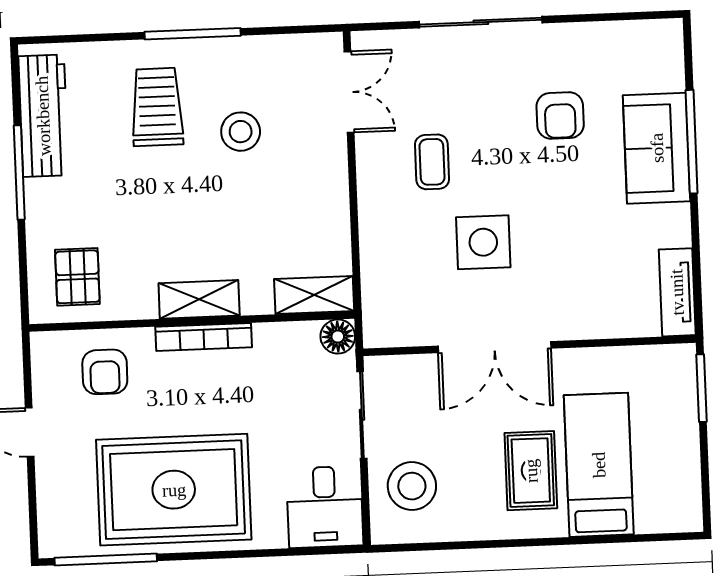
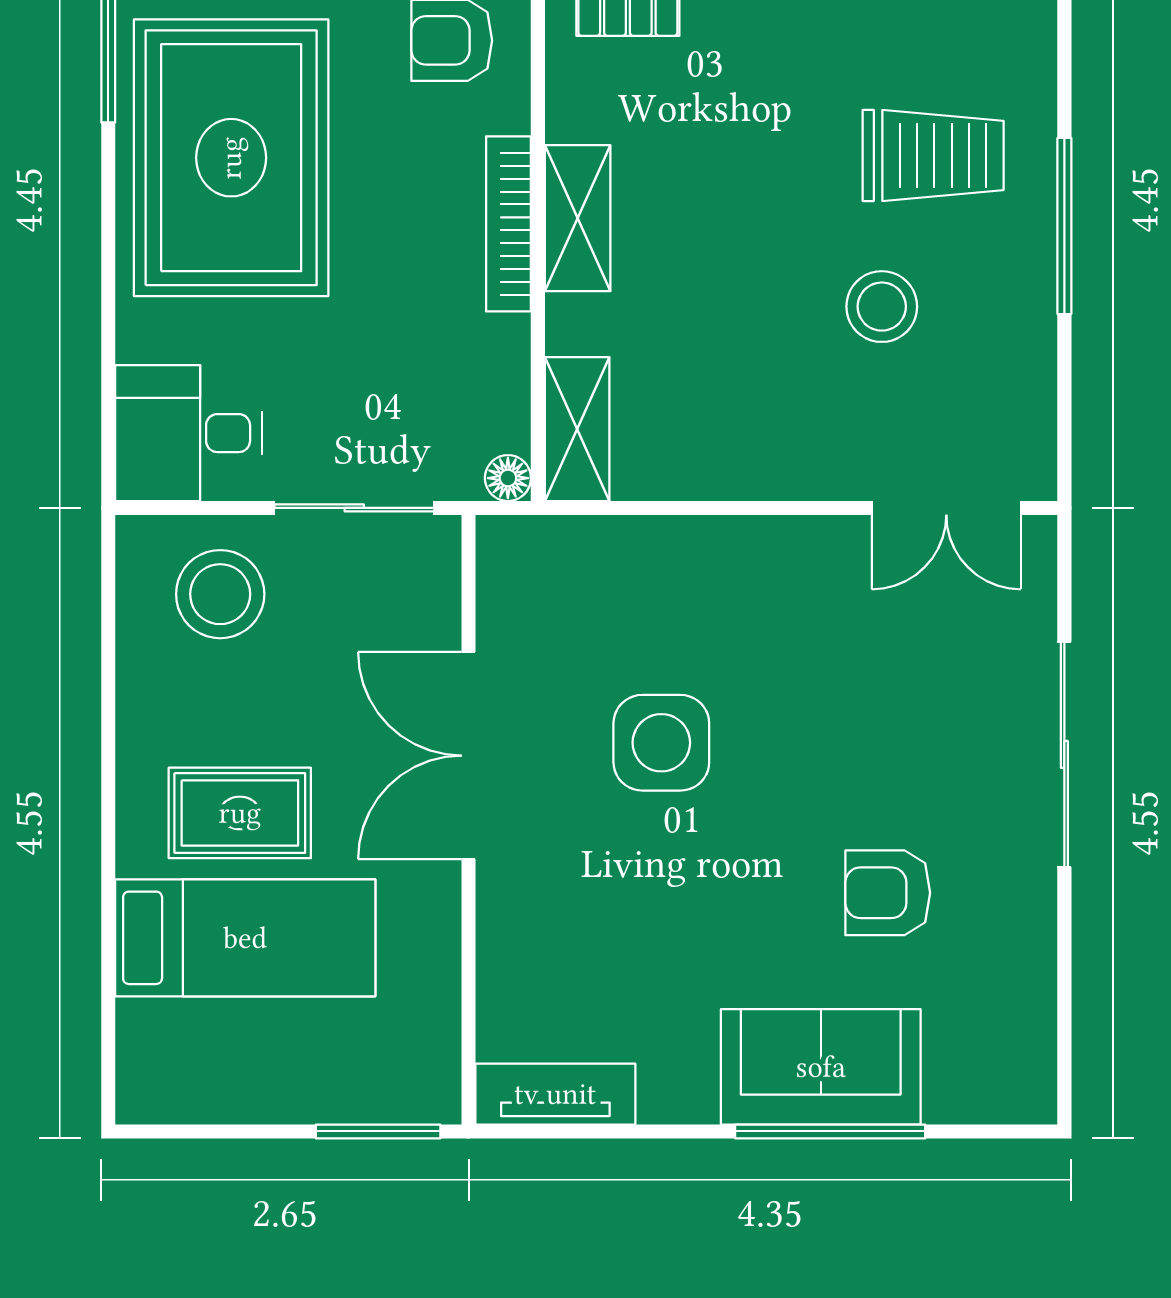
coffee table: (432, 162) -> (812, 655), removed
floor lamp: (338, 337) -> (508, 478), width x0.73, depth x0.73

